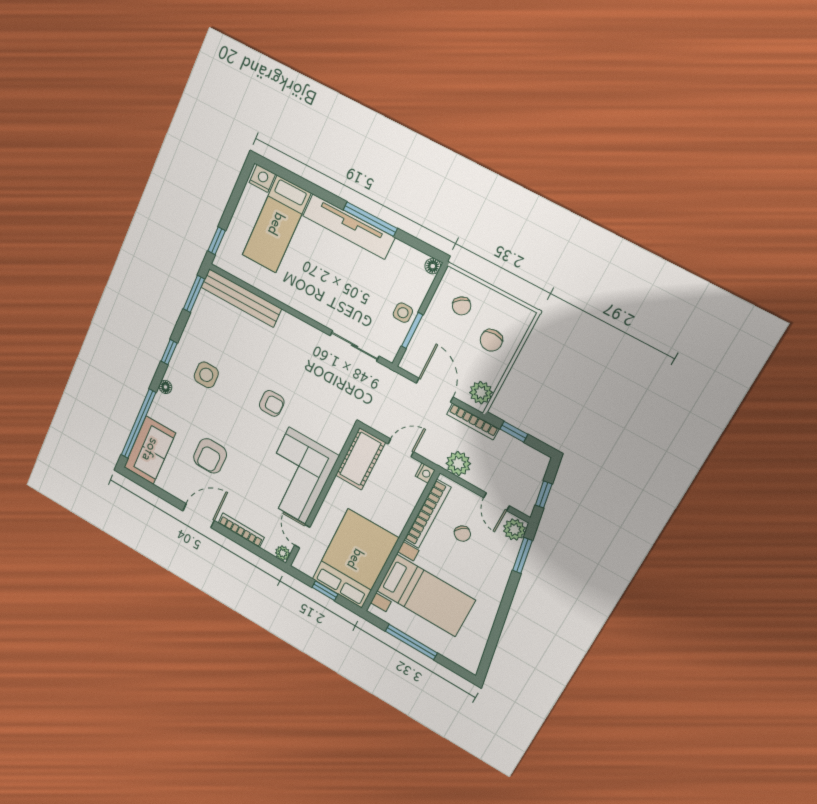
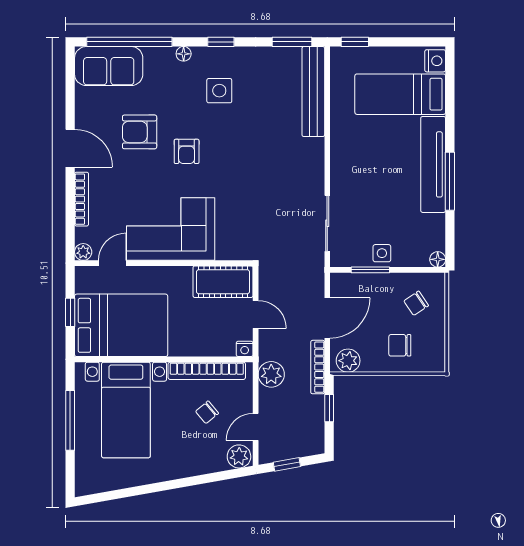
armchair: (272, 403) -> (187, 151), moved
window: (522, 555) -> (219, 476), removed

